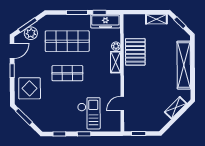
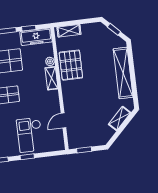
shelving: (156, 19) -> (69, 31), moved
checkout: (89, 113) -> (30, 135), turned 180

